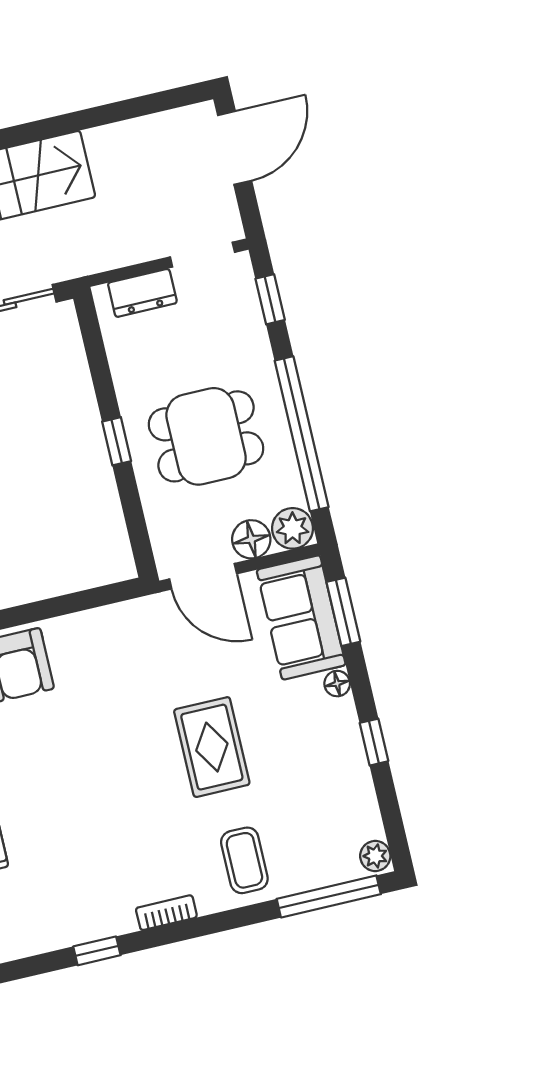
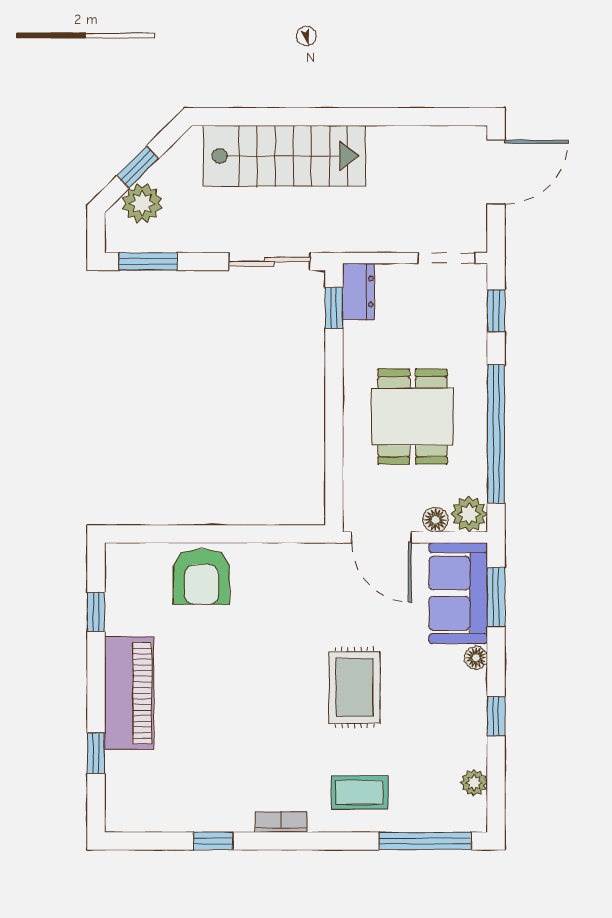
dresser: (142, 293) -> (358, 291), moved, turned -90
dining table: (206, 436) -> (413, 417), turned 90
window: (117, 441) -> (334, 308), moved
floor lamp: (251, 539) -> (436, 520), width x0.73, depth x0.73
plant: (375, 856) -> (474, 783), moved
coffee table: (244, 860) -> (360, 792), turned 90

